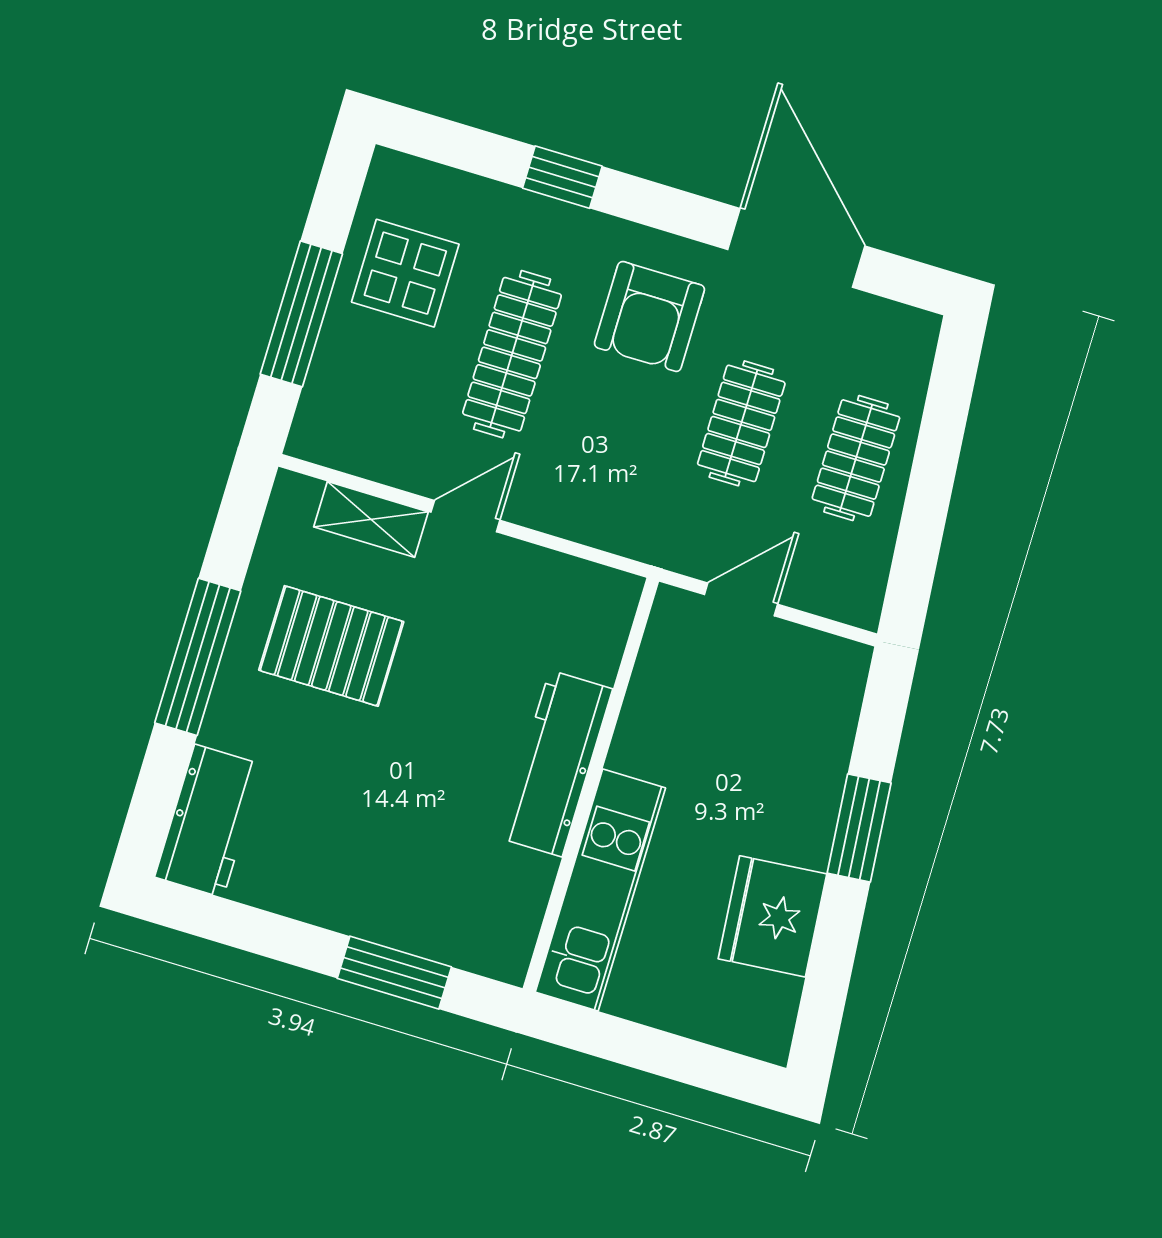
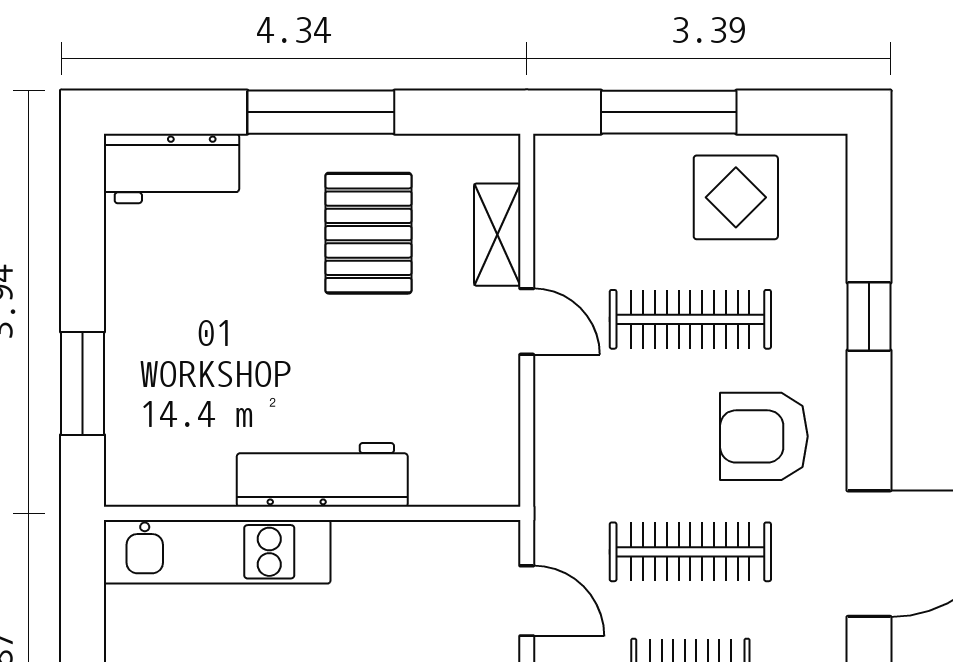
clothes rail: (741, 423) -> (690, 552), width x1.36

